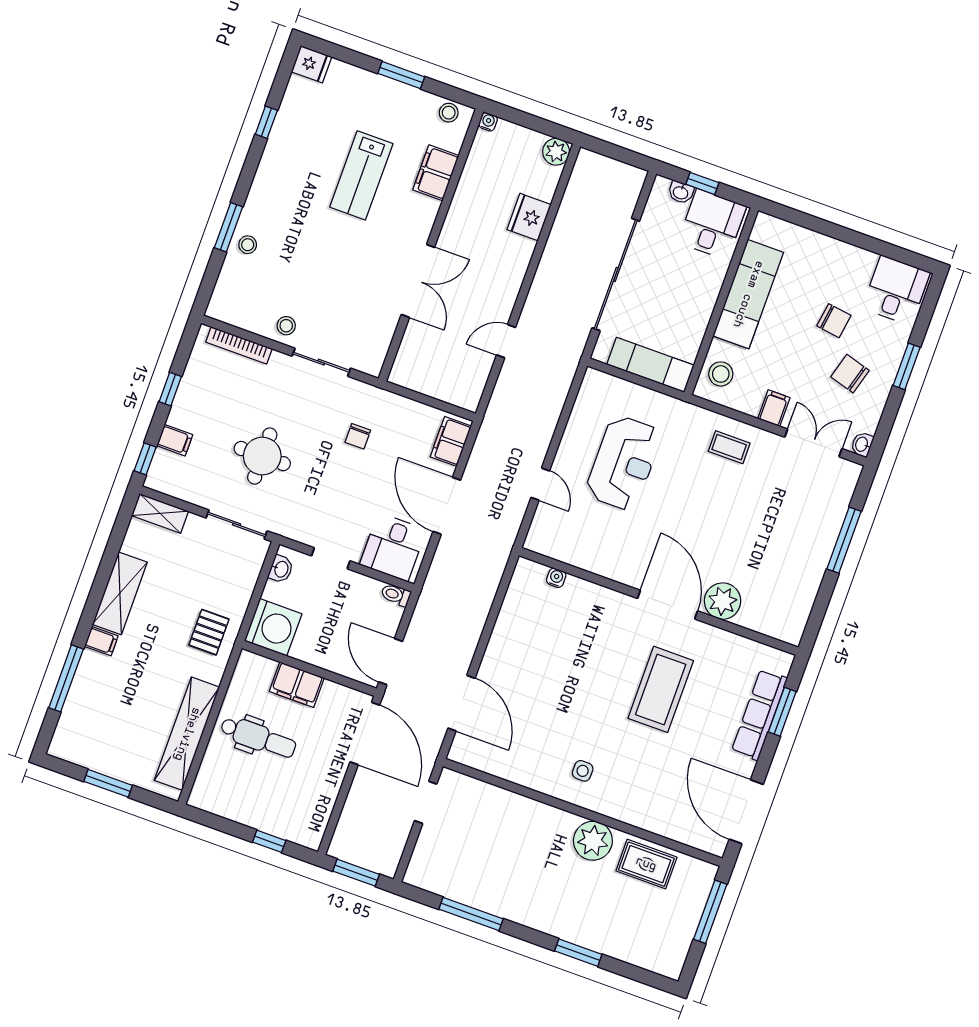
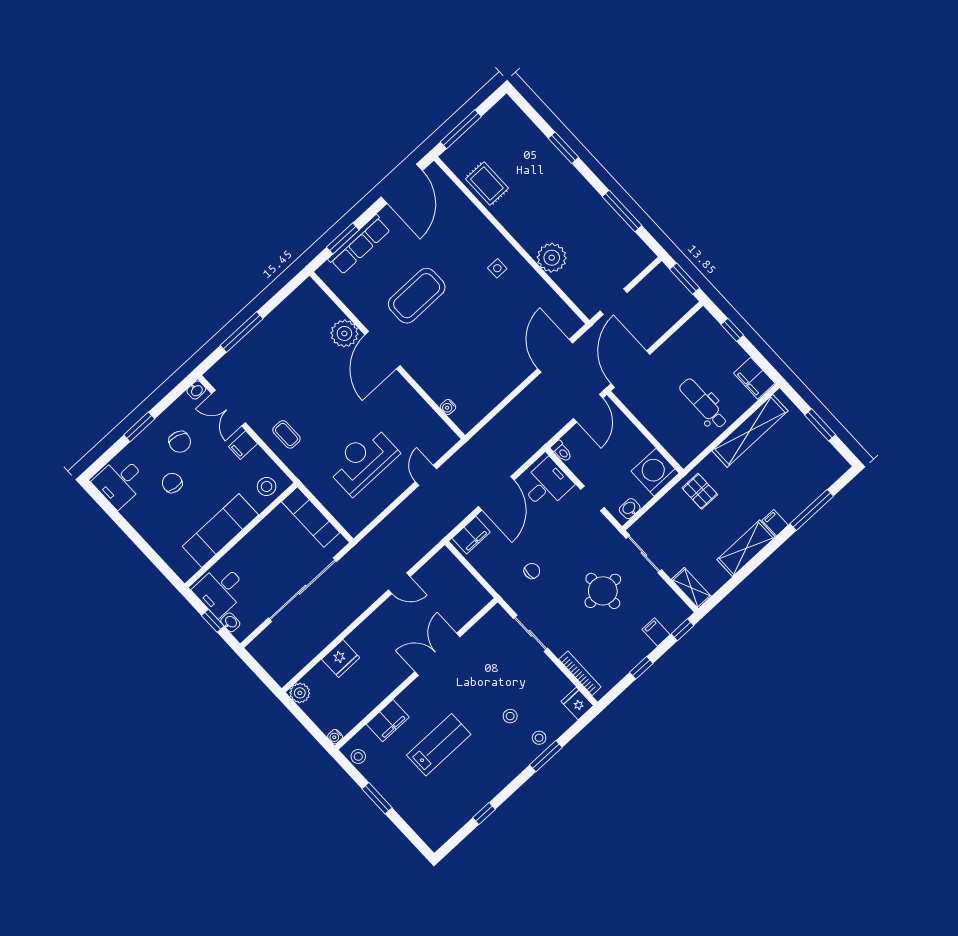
fridge: (312, 64) -> (577, 703), moved
stool: (286, 326) -> (510, 716), moved
pallet: (209, 632) -> (700, 491), turned 90
filing cabinet: (297, 685) -> (754, 378), moved, turned 180
plant: (593, 841) -> (552, 258), moved

